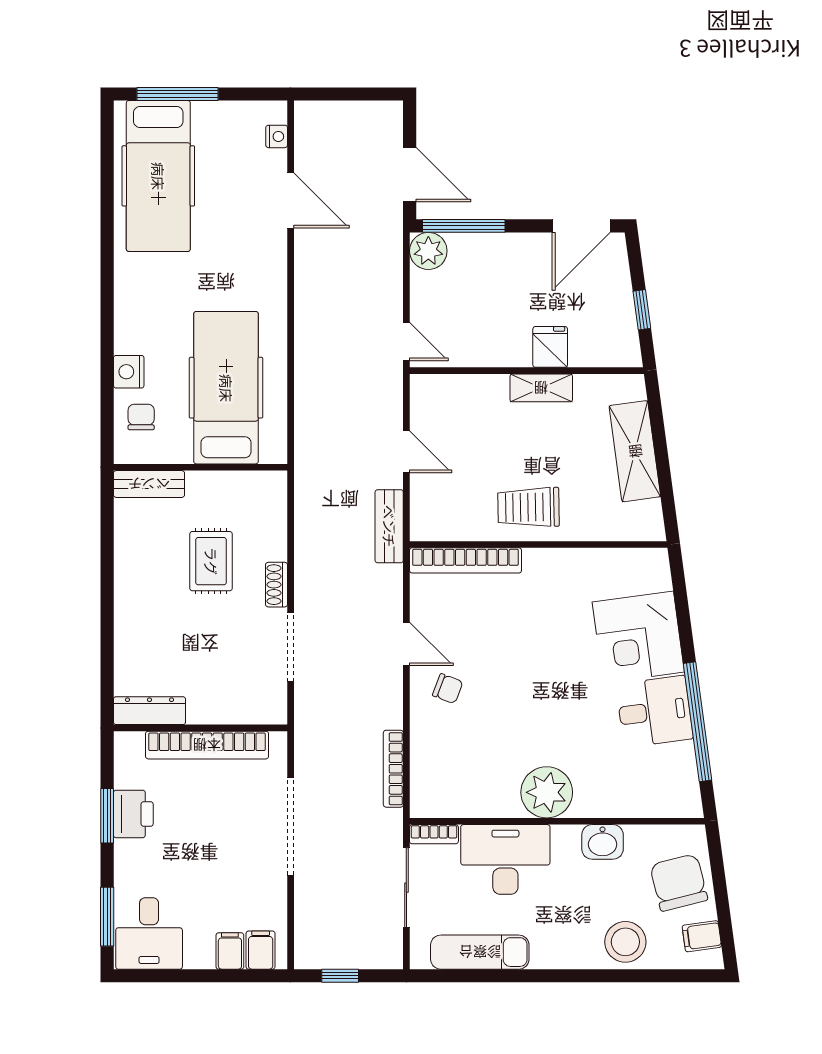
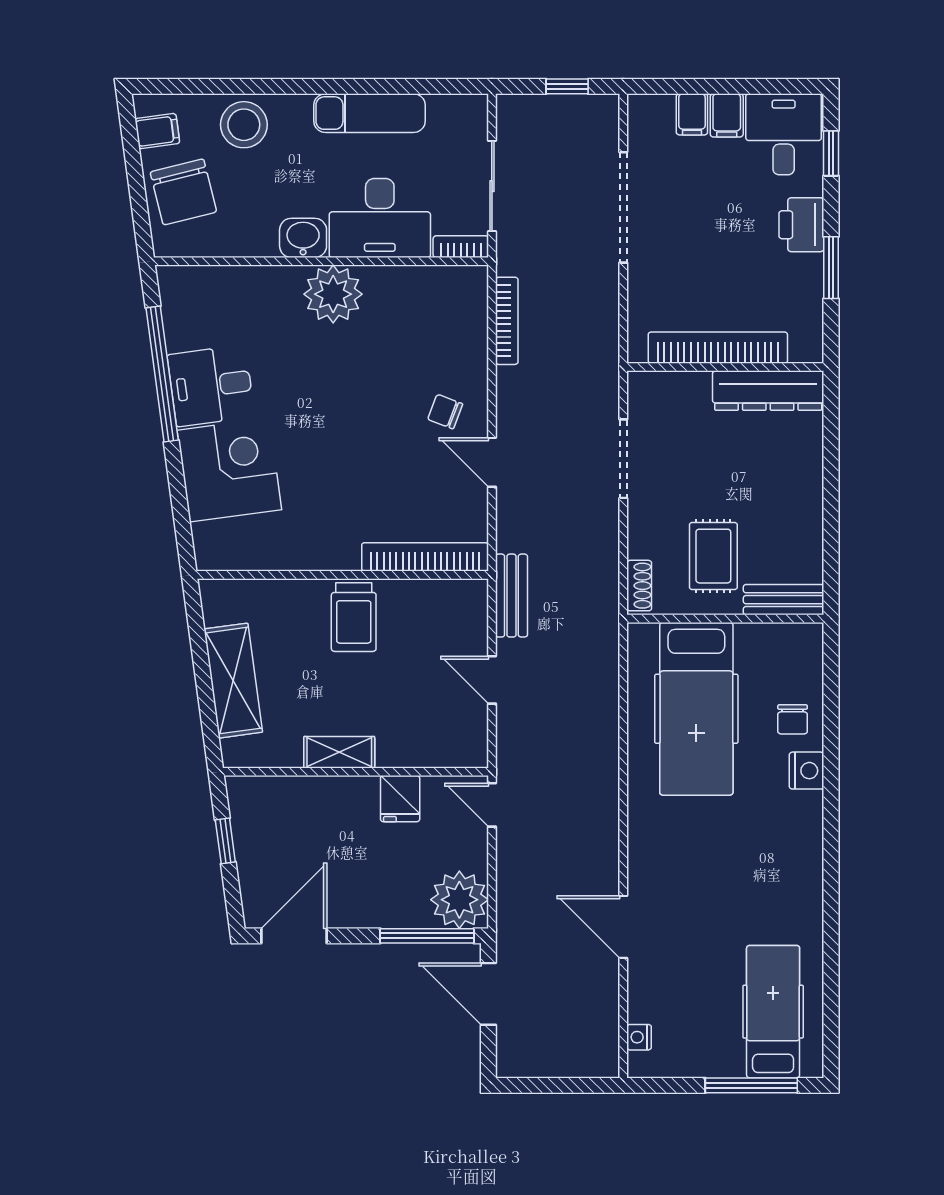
hospital bed: (158, 176) -> (773, 1012), width x0.73, depth x0.78
door: (291, 200) -> (623, 927), moved
plant: (428, 251) -> (459, 900), width x1.36, depth x1.36
fridge: (550, 347) -> (400, 799), moved
hospital bed: (226, 388) -> (696, 709), moved
wall: (200, 467) -> (725, 619), moved
bench: (149, 484) -> (784, 600), moved
trolley: (528, 507) -> (354, 617), turned 91
shoe rack: (276, 585) -> (639, 586), moved
dresser: (149, 711) -> (768, 391), width x1.37, depth x1.24
printer: (133, 814) -> (801, 225), moved
doorway: (291, 826) -> (623, 207), moved
washbasin: (603, 842) -> (303, 238), moved
window: (107, 917) -> (831, 153), width x0.67
filing cabinet: (261, 950) -> (727, 115), moved
exam couch: (480, 952) -> (370, 113), moved

